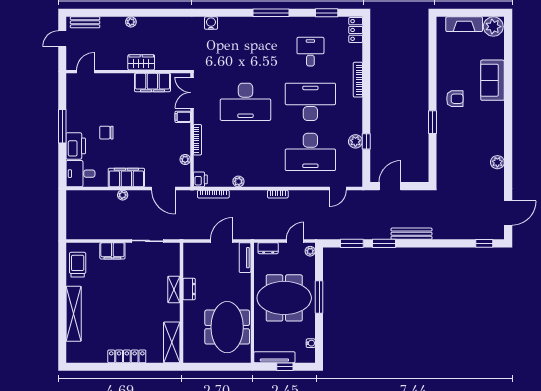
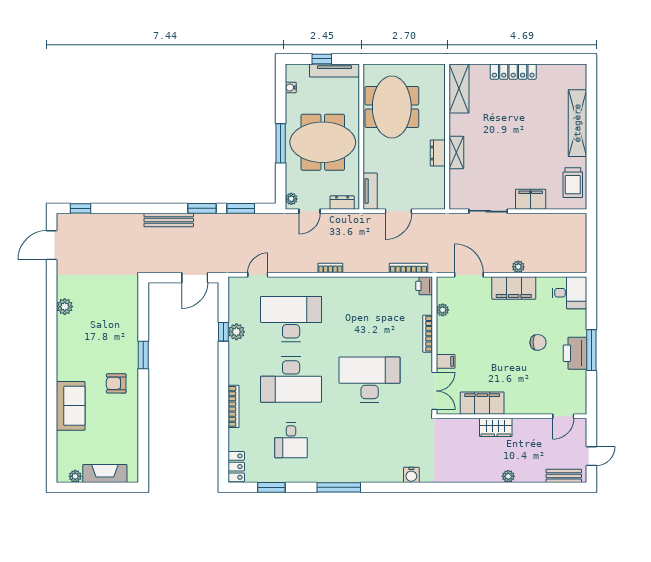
plant: (493, 27) -> (75, 476), width x0.53, depth x0.53
printer: (76, 146) -> (575, 353), moved
plant: (238, 181) -> (378, 283), removed

